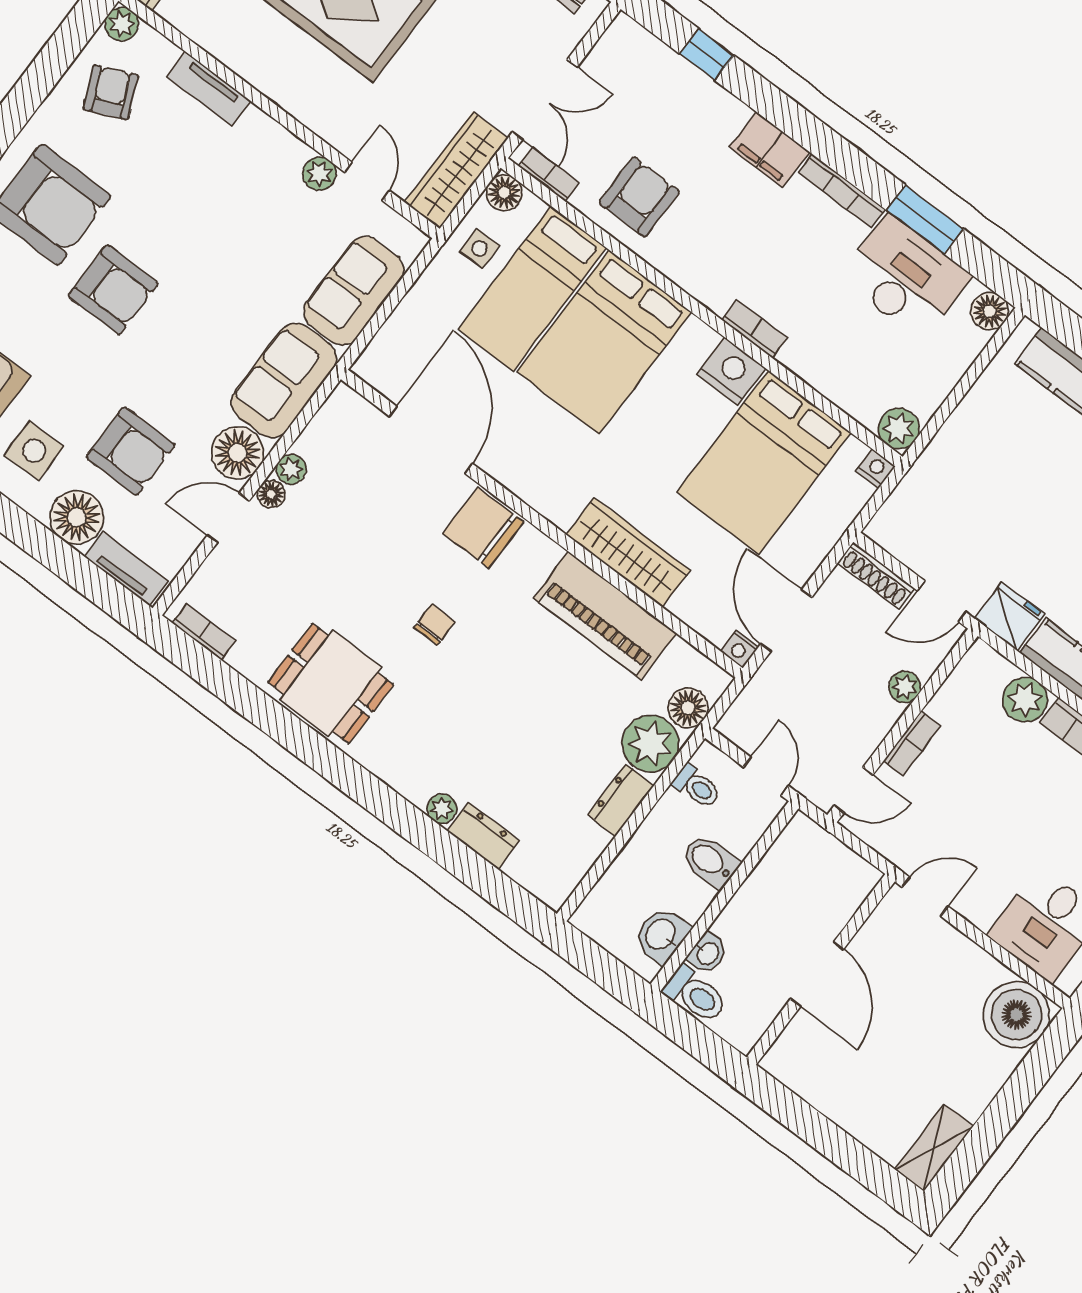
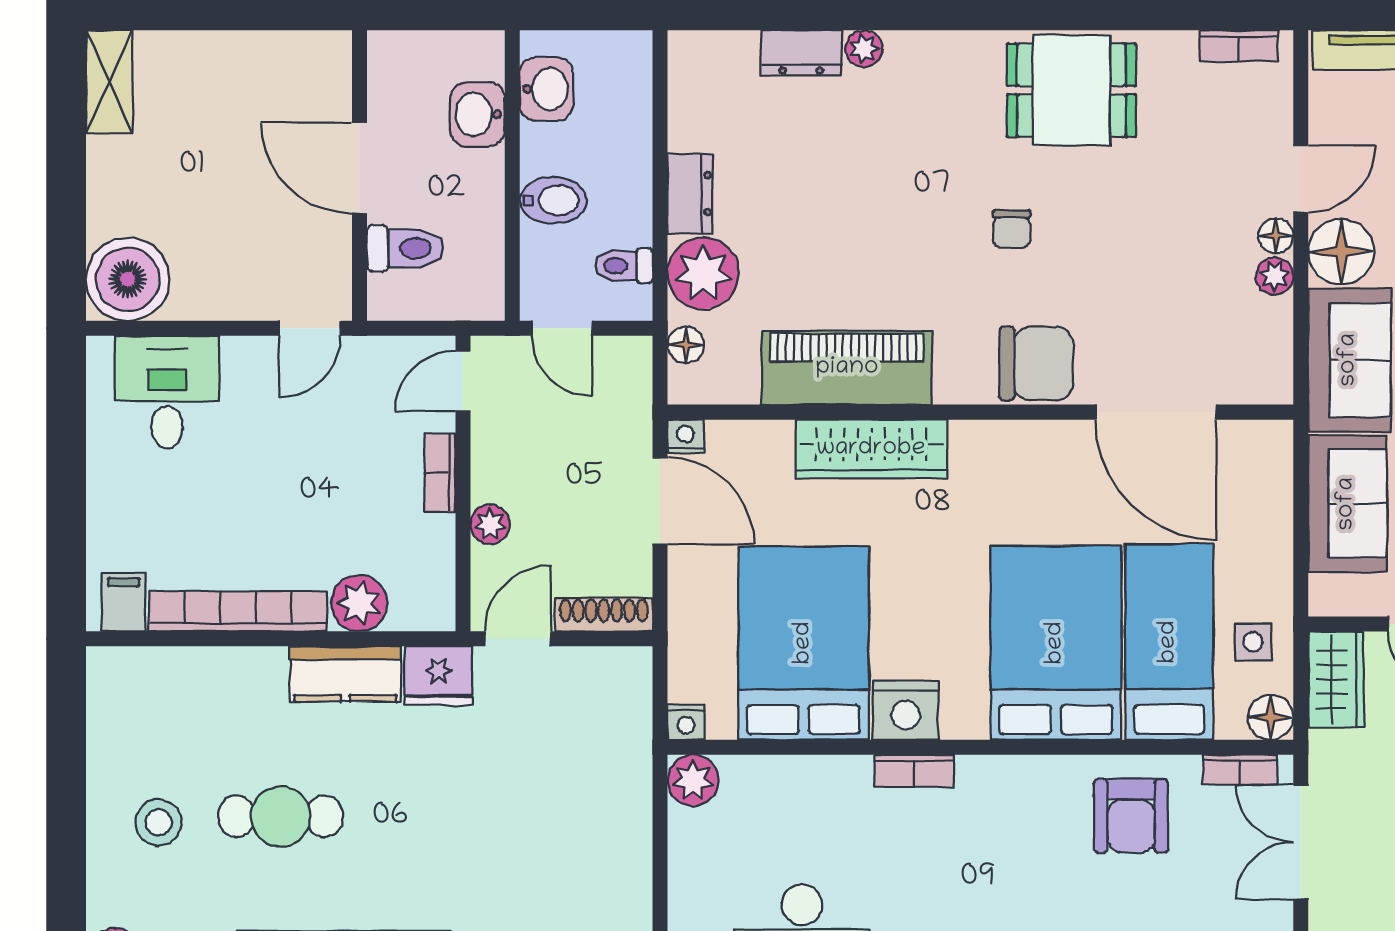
wardrobe: (456, 170) -> (1336, 679), width x0.67
floor lamp: (688, 708) -> (686, 345), width x0.73, depth x0.73
washbasin: (707, 953) -> (478, 114), width x1.38, depth x1.45
toilet: (696, 994) -> (405, 248), moved, turned 180

